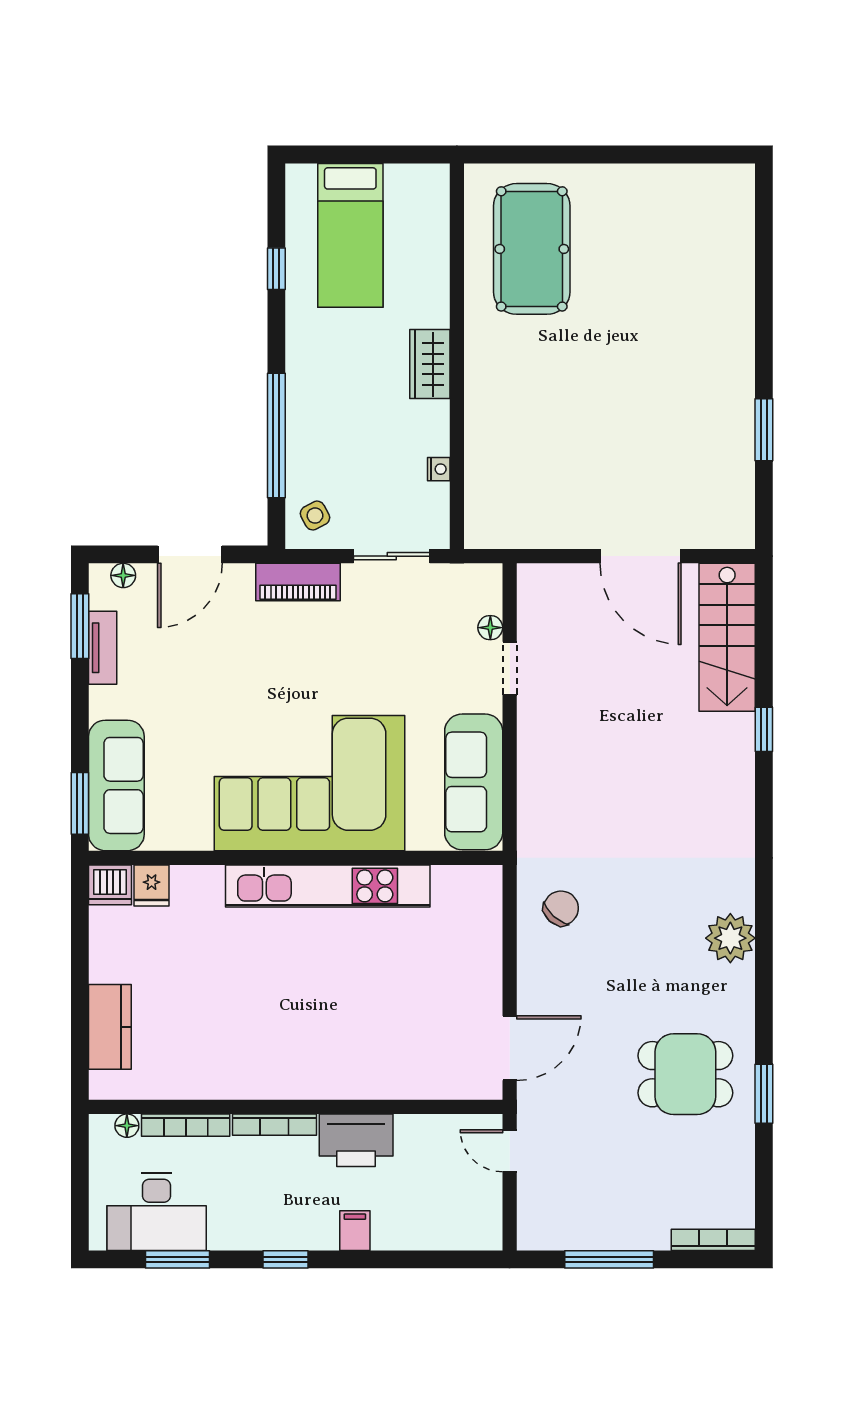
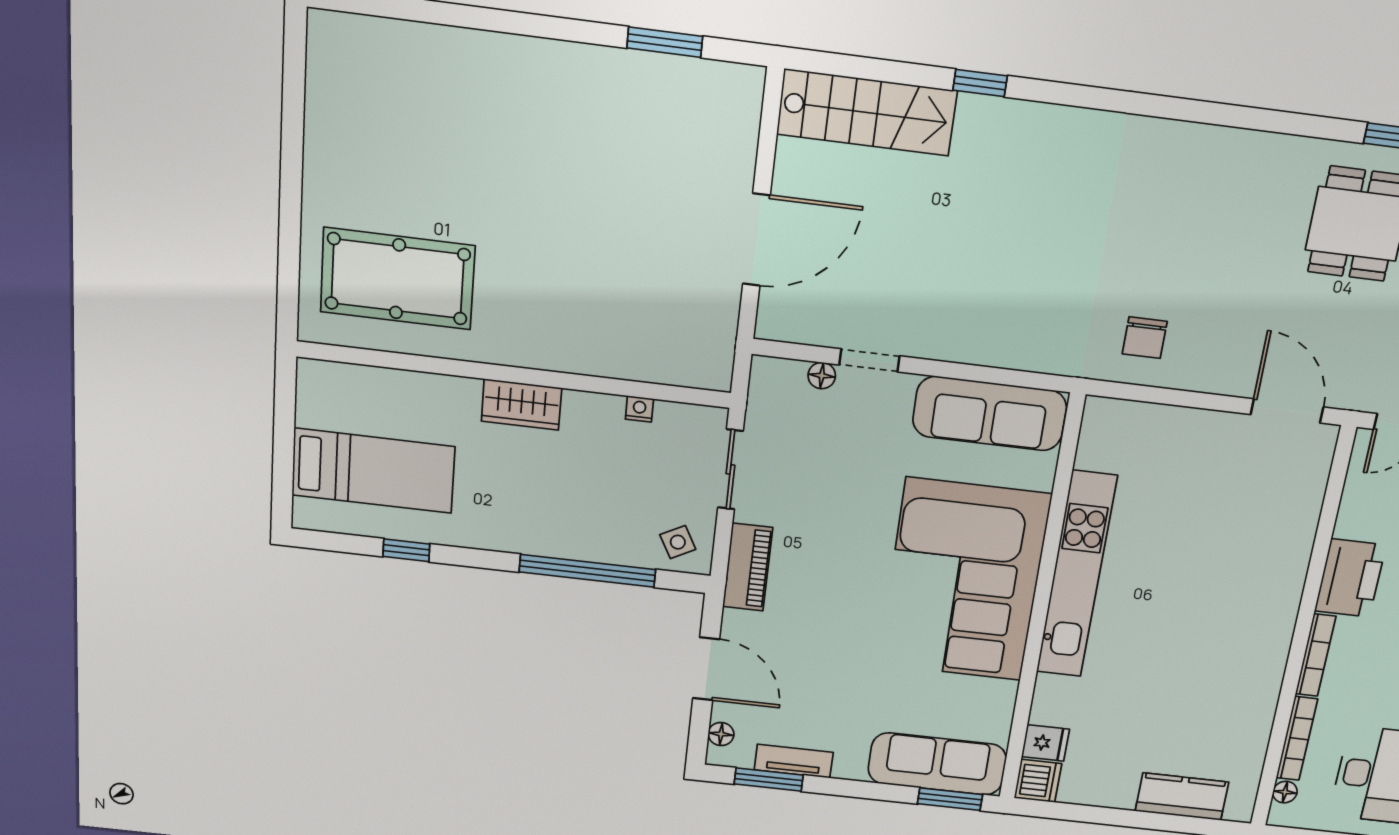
window: (764, 430) -> (665, 42), moved
door: (641, 556) -> (756, 240), moved
chair: (561, 908) -> (1145, 338), turned -132
plant: (730, 938) -> (1214, 153), removed

